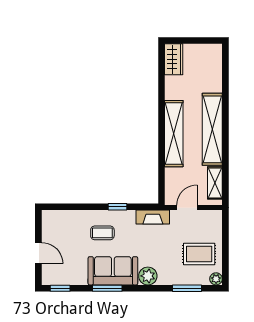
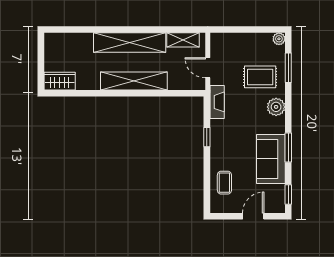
coffee table: (102, 233) -> (224, 183), moved
rug: (199, 254) -> (260, 77), moved, turned 90
sofa: (113, 271) -> (271, 159), moved

